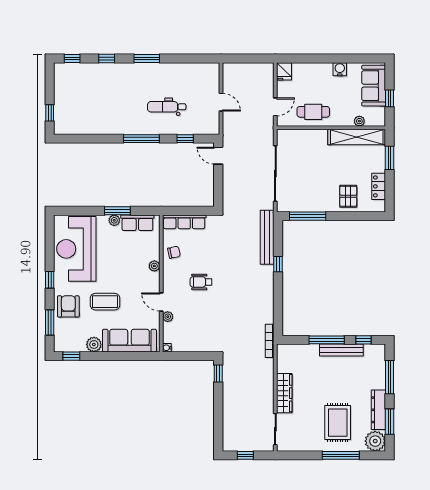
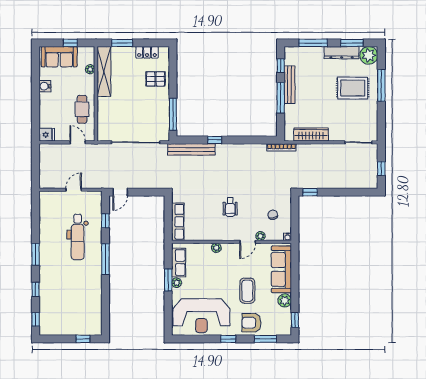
dental chair: (167, 107) -> (78, 237), width x1.36, depth x1.38
chair: (174, 252) -> (273, 215), moved
wardrobe: (284, 393) -> (311, 135), moved

